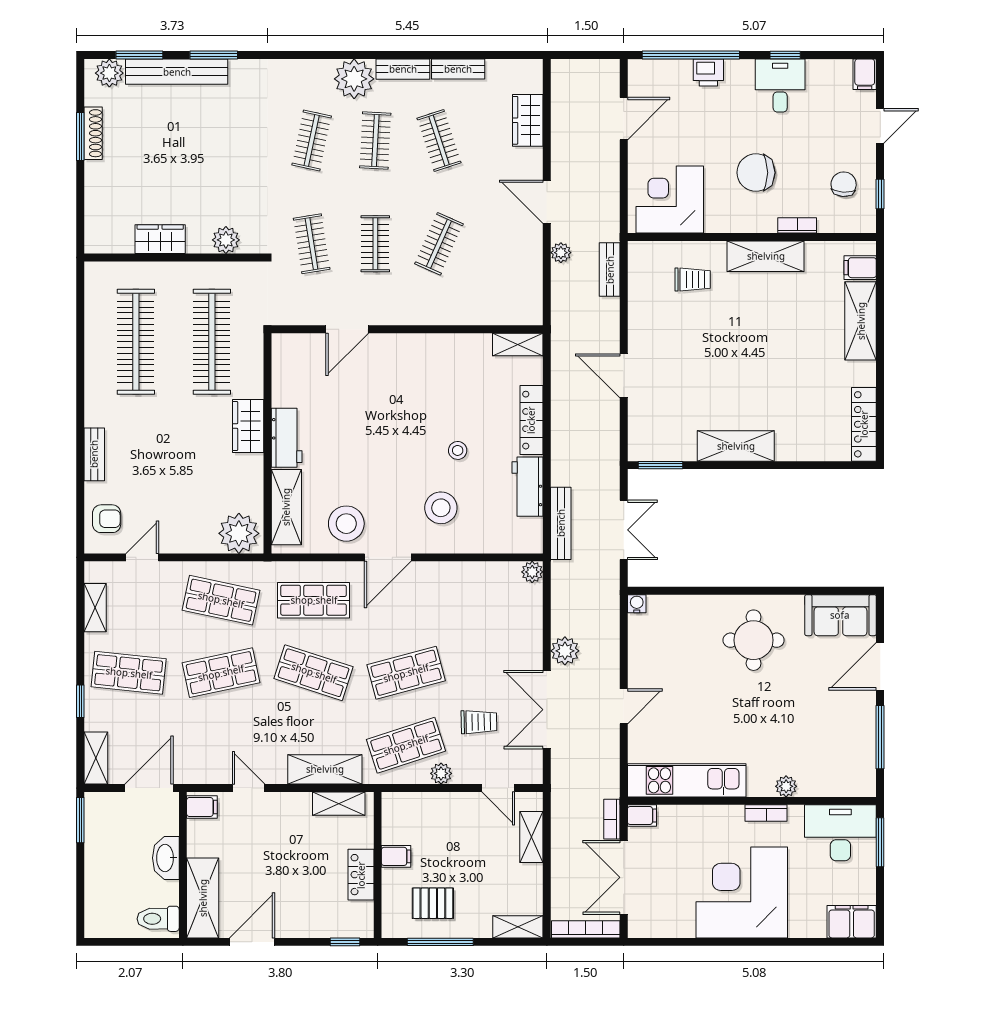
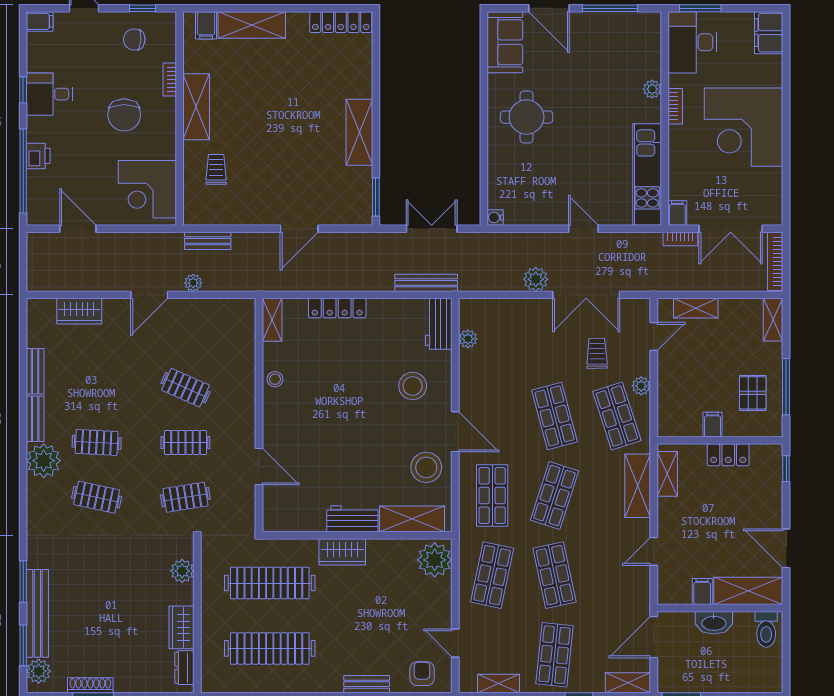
clothes rail: (439, 140) -> (97, 388), removed
dresser: (113, 243) -> (184, 668), added
stool: (458, 450) -> (275, 379), moved
workbench: (528, 487) -> (439, 324), moved, turned 90
plant: (532, 572) -> (468, 339), moved
door: (149, 788) -> (654, 637), hinge flipped
filing cabinet: (202, 807) -> (702, 592), moved

